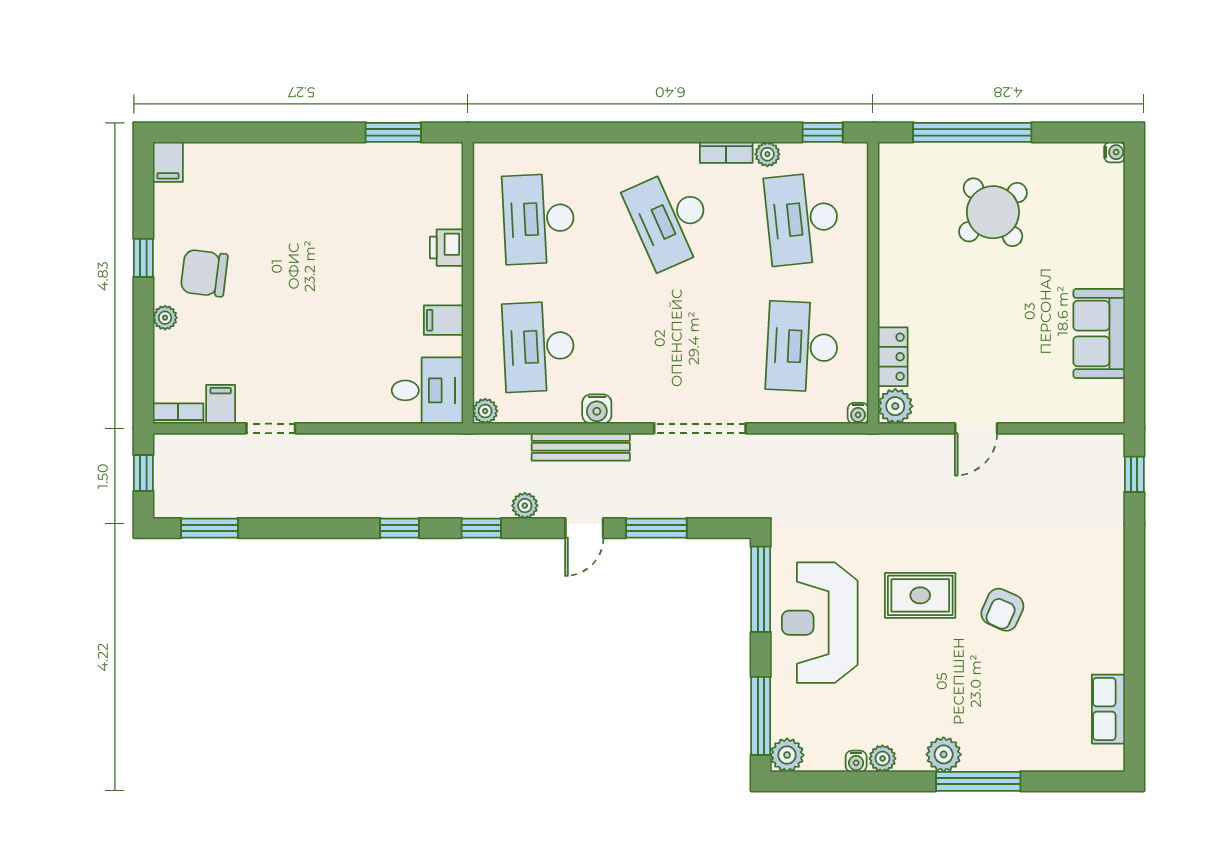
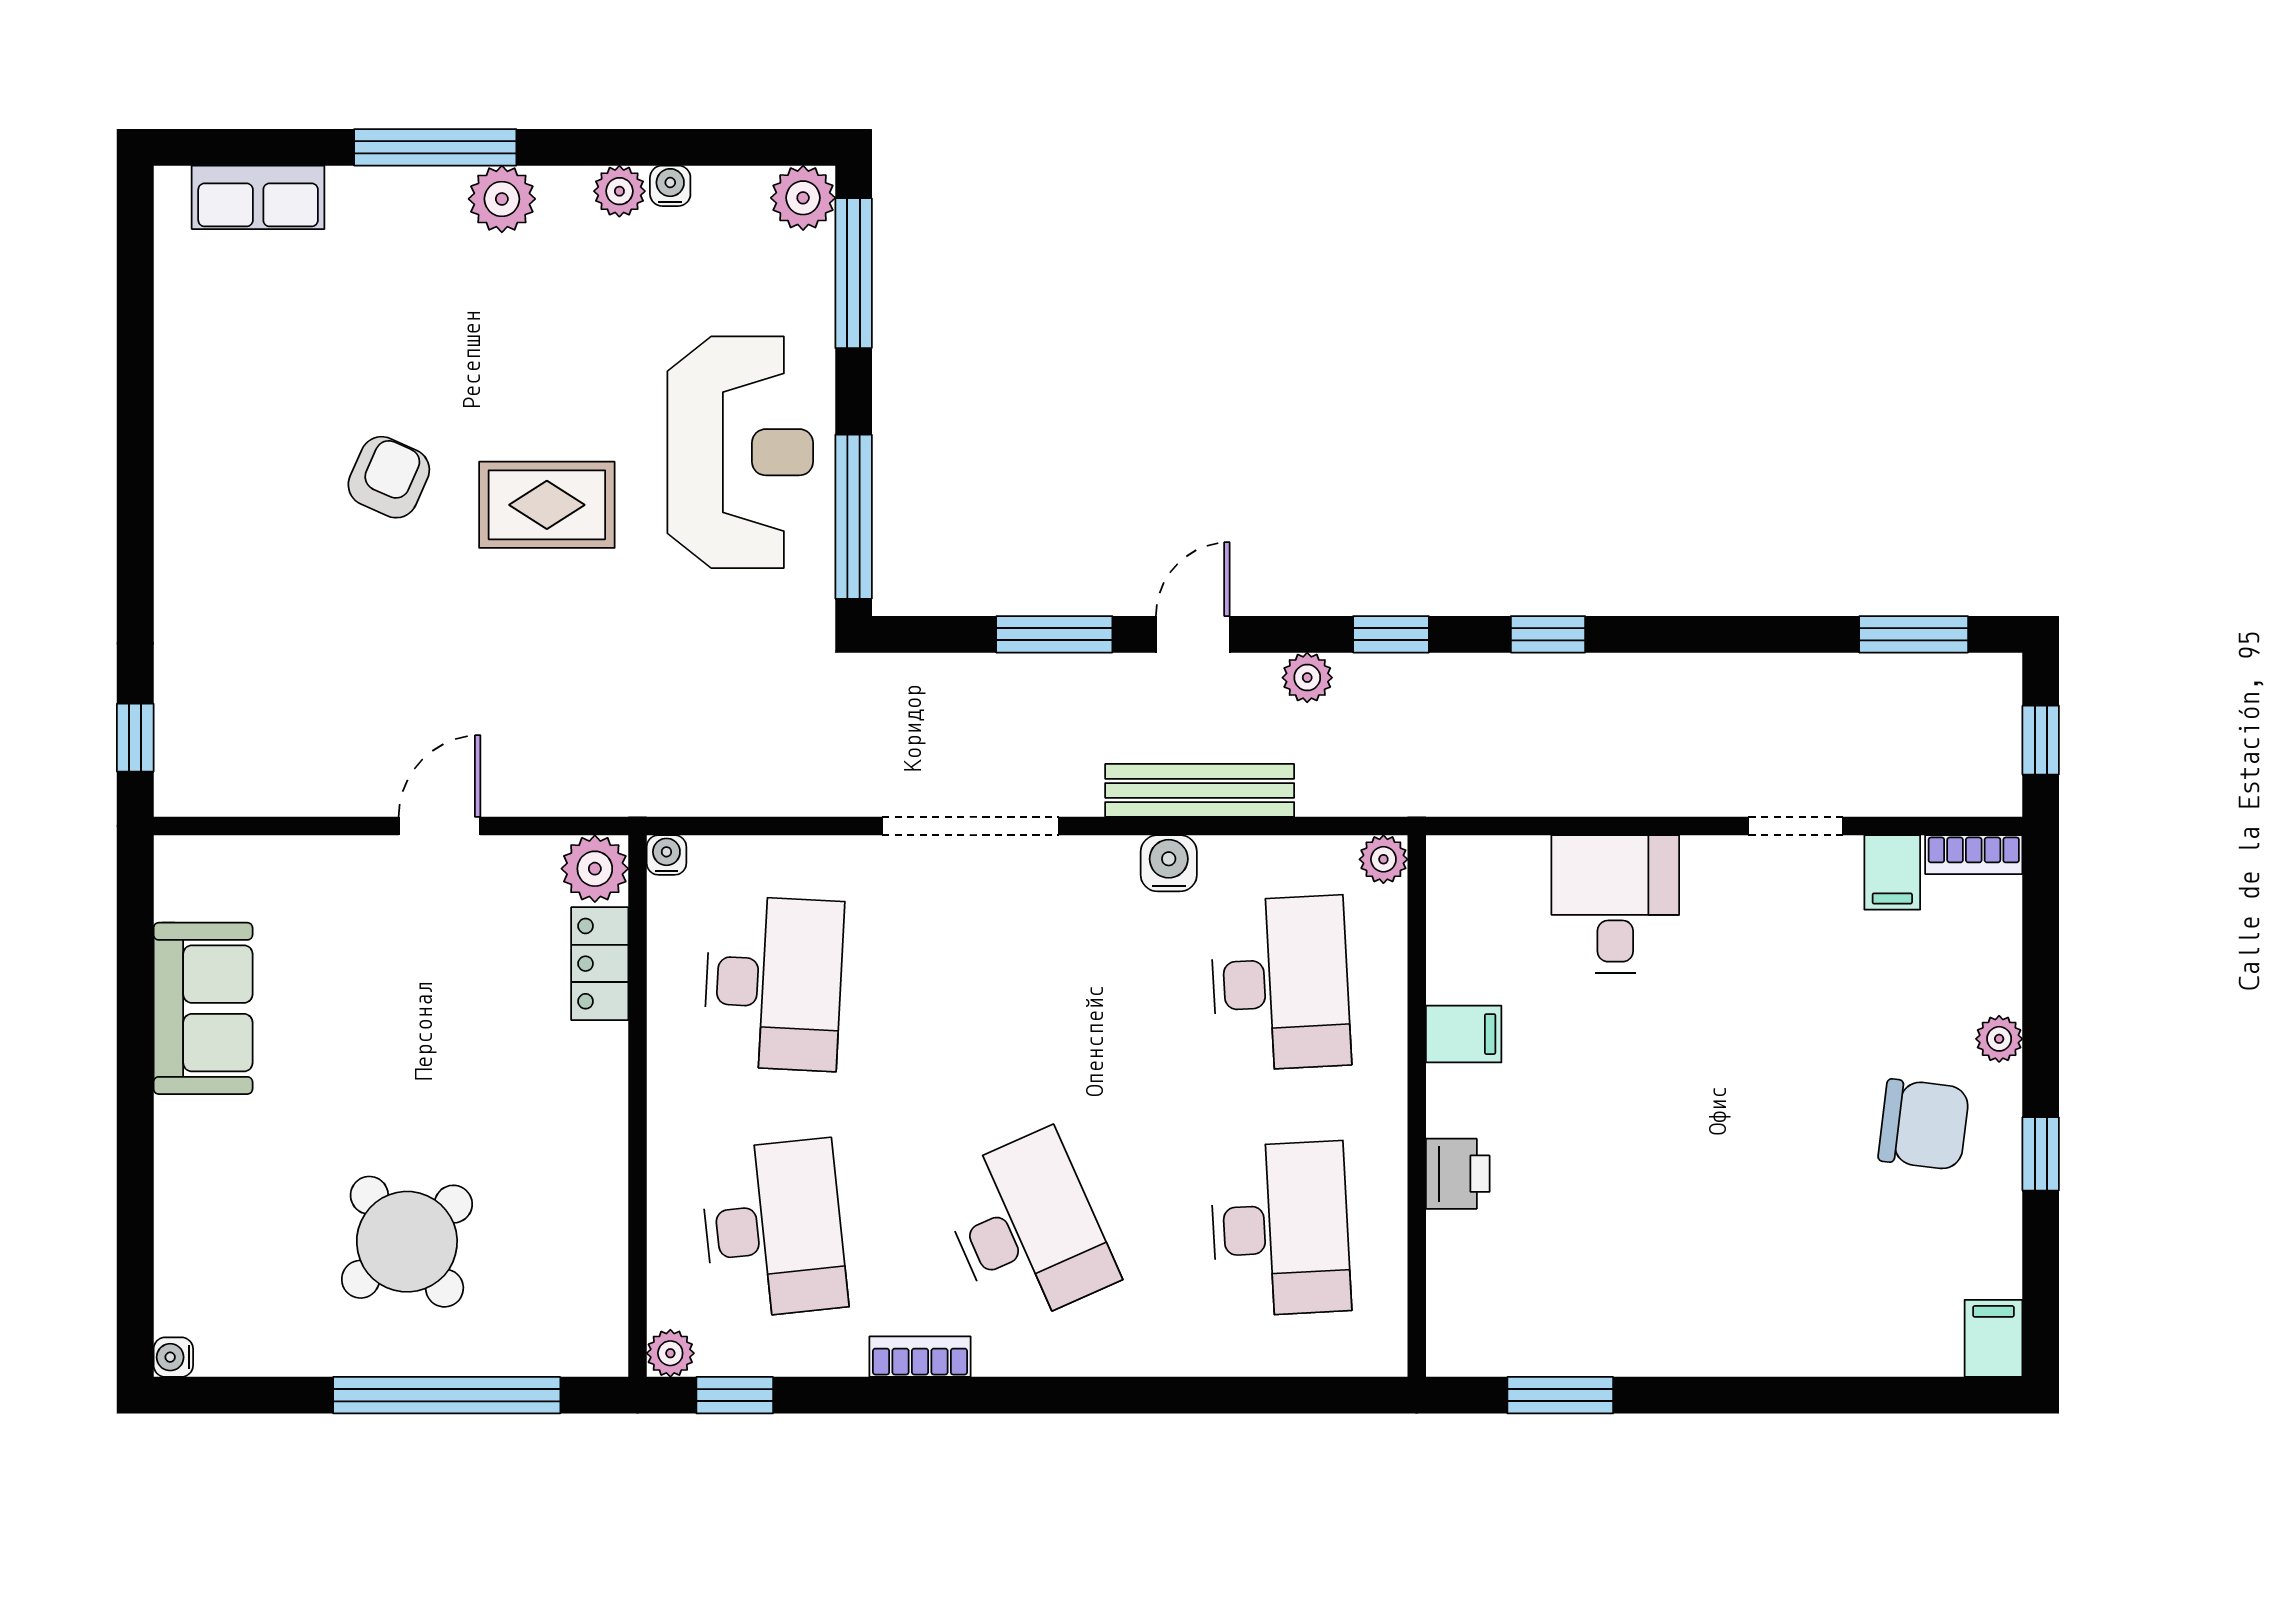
plant: (767, 154) -> (670, 1353), moved
desk: (427, 390) -> (1615, 904), moved, turned 90
row of seats: (1108, 709) -> (258, 197), moved, turned 90

